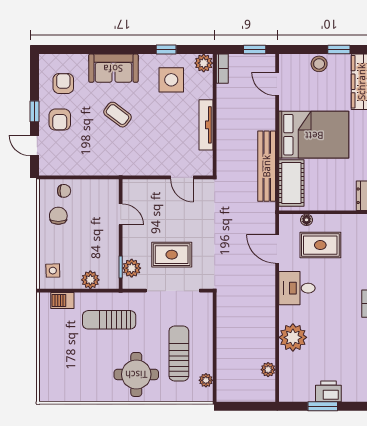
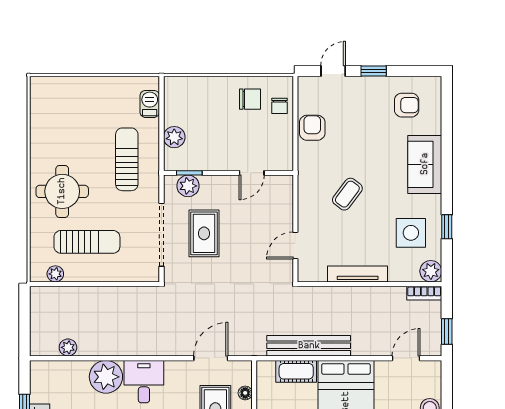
coffee table: (117, 115) -> (347, 194), moved
armchair: (60, 120) -> (312, 128), moved, turned 90
cot: (291, 183) -> (296, 371), width x0.73, depth x0.75
side table: (53, 271) -> (185, 93), removed
desk: (297, 288) -> (144, 382), moved

